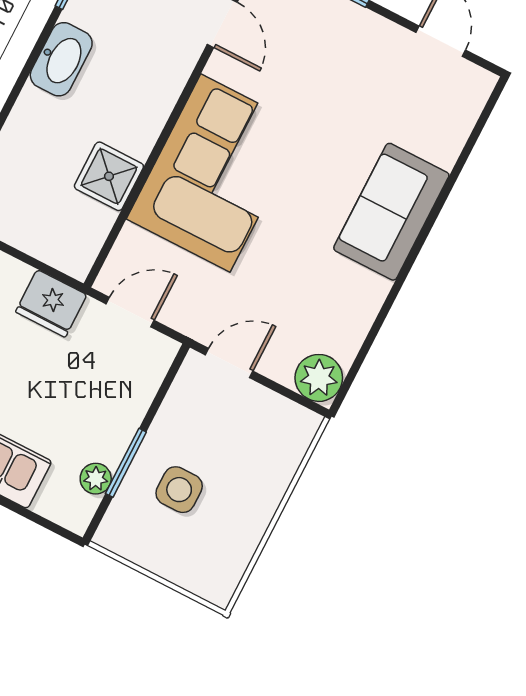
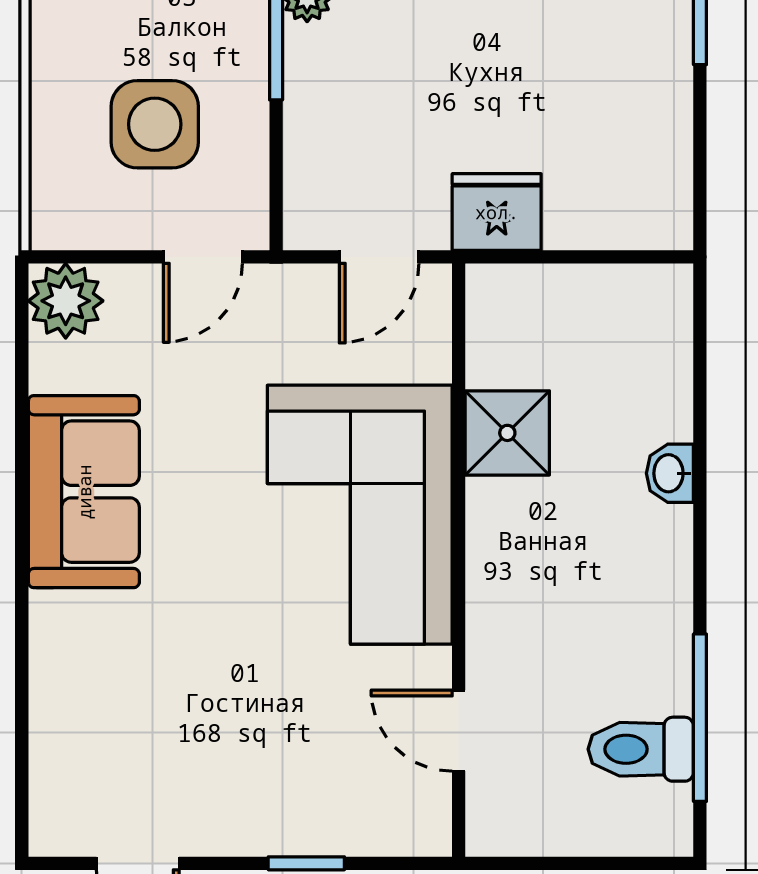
washbasin: (61, 59) -> (670, 473), moved, width x0.52, depth x0.69
sofa: (391, 212) -> (84, 492), moved
side table: (179, 490) -> (155, 124), moved, width x1.37, depth x1.37

